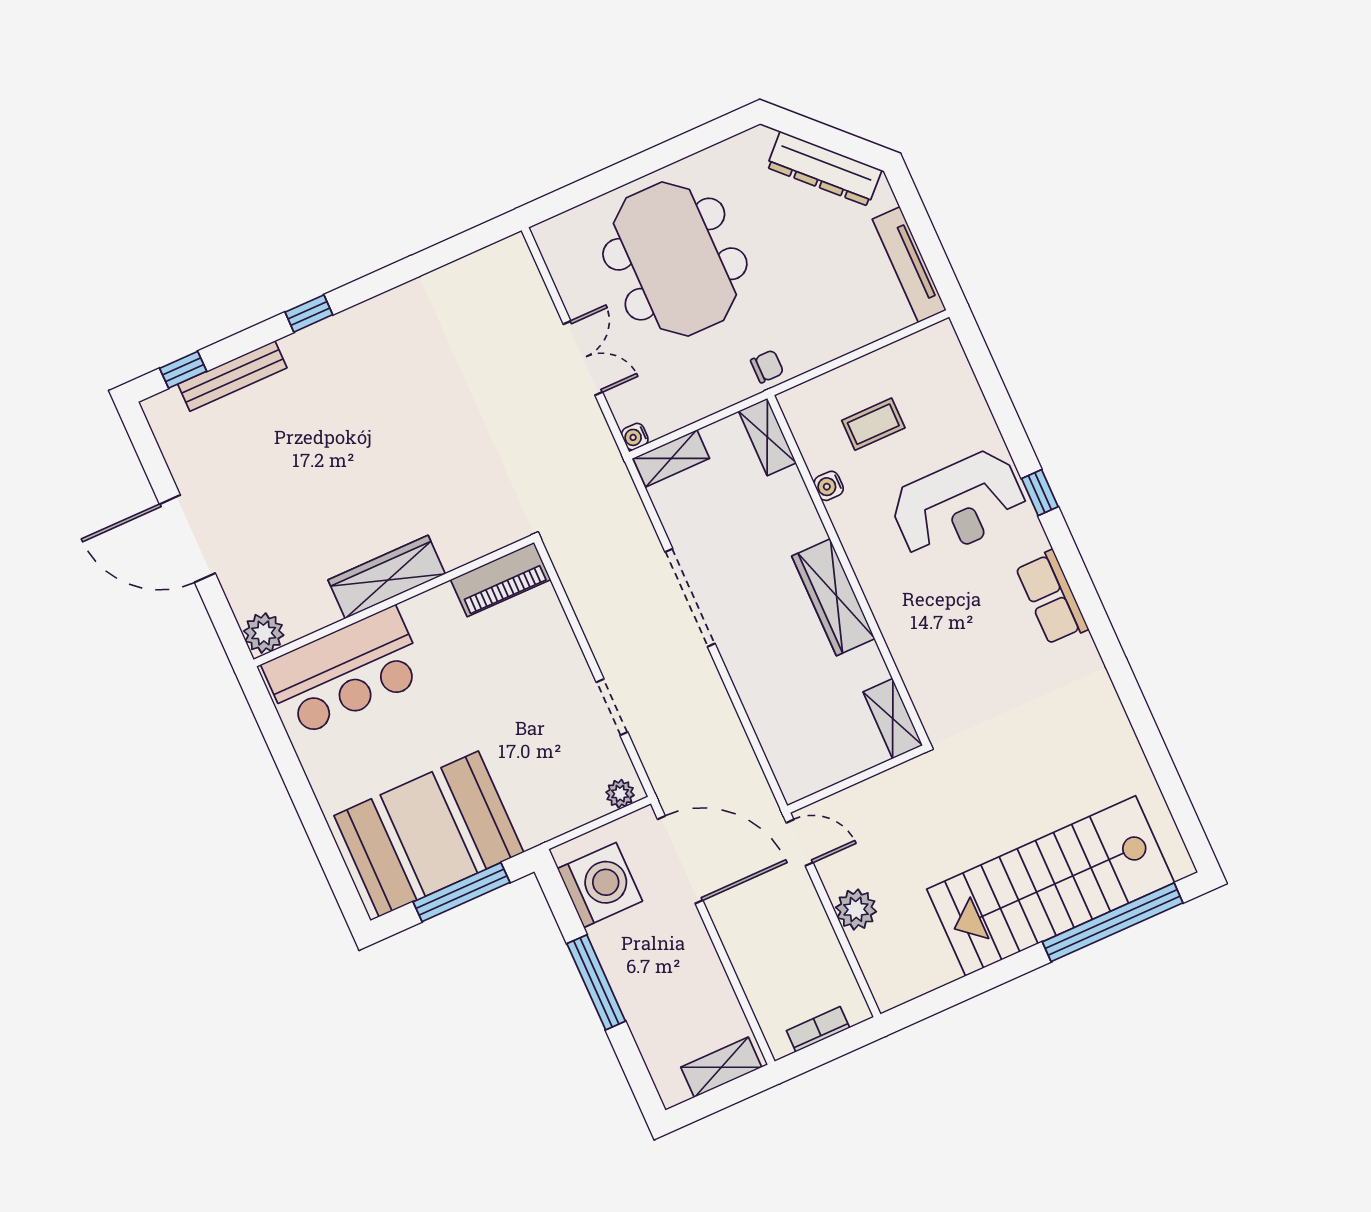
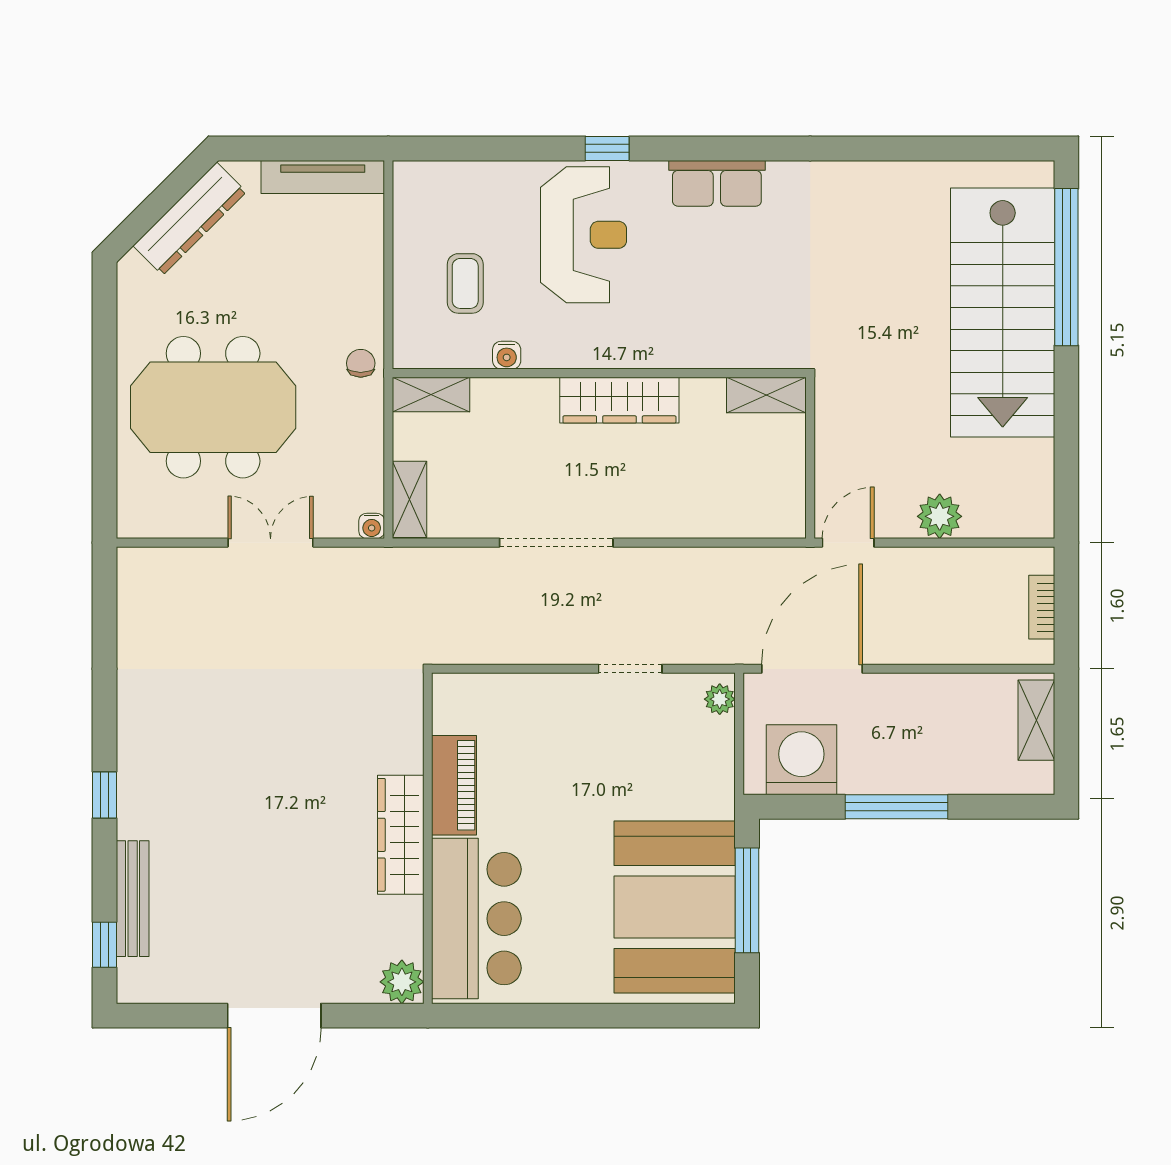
piano: (501, 580) -> (454, 785), moved

